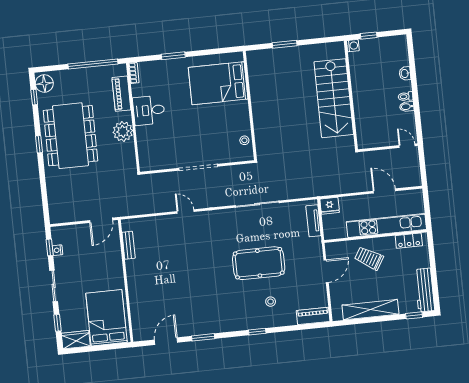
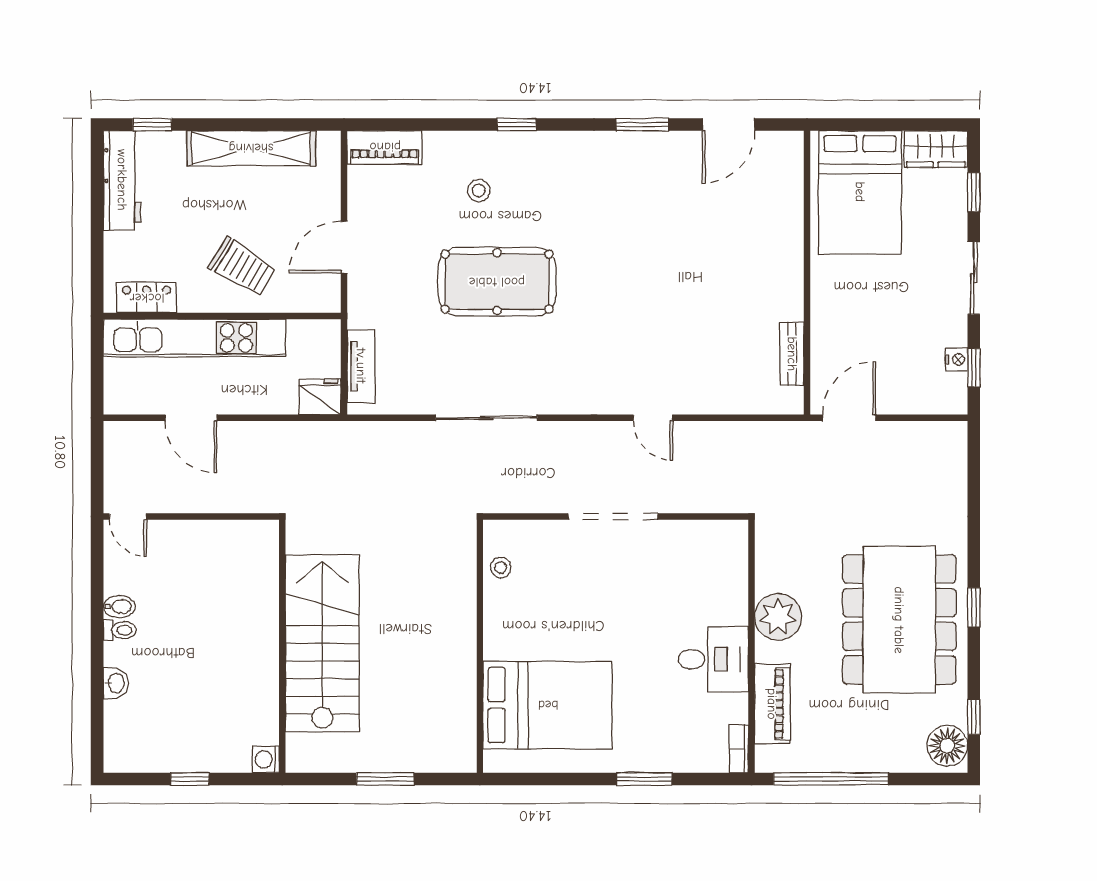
washing machine: (353, 46) -> (266, 759), moved
wall: (351, 95) -> (282, 646), moved
stairs: (334, 98) -> (322, 643), moved

